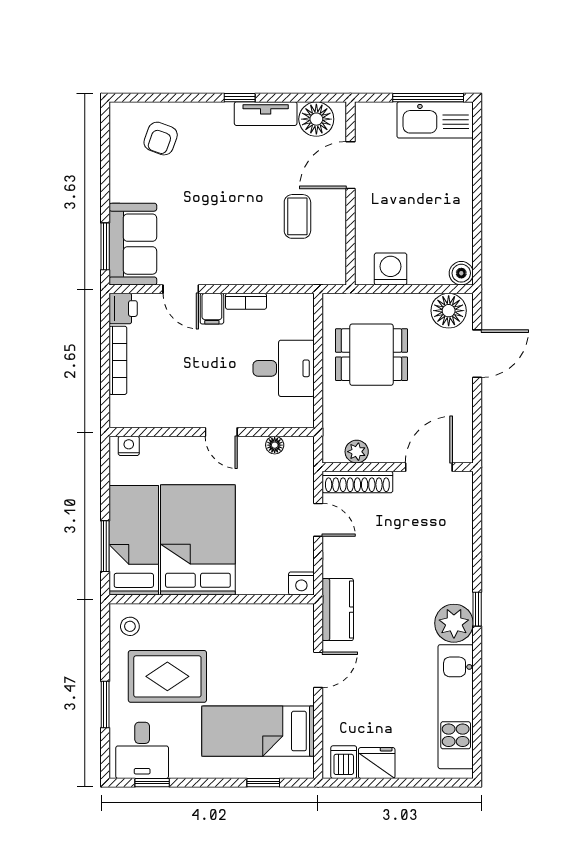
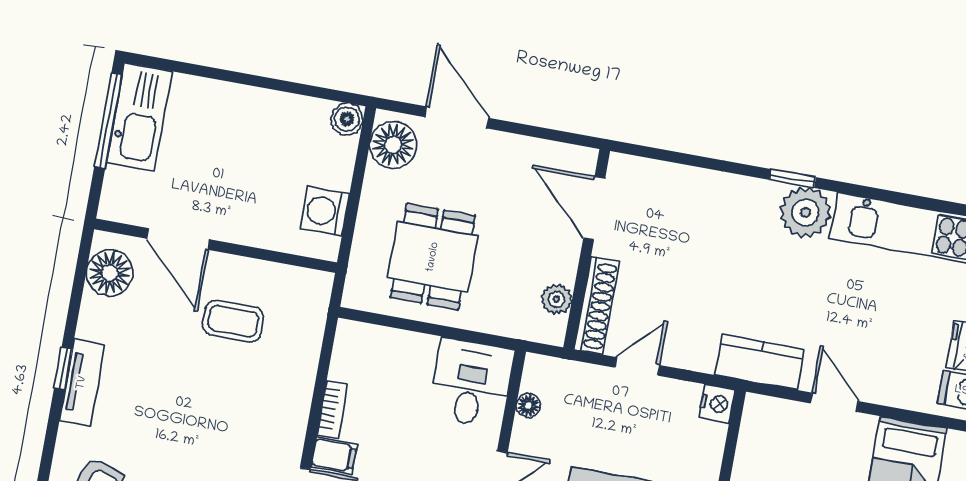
tv unit: (266, 114) -> (82, 383), moved
desk: (284, 368) -> (471, 383), moved

